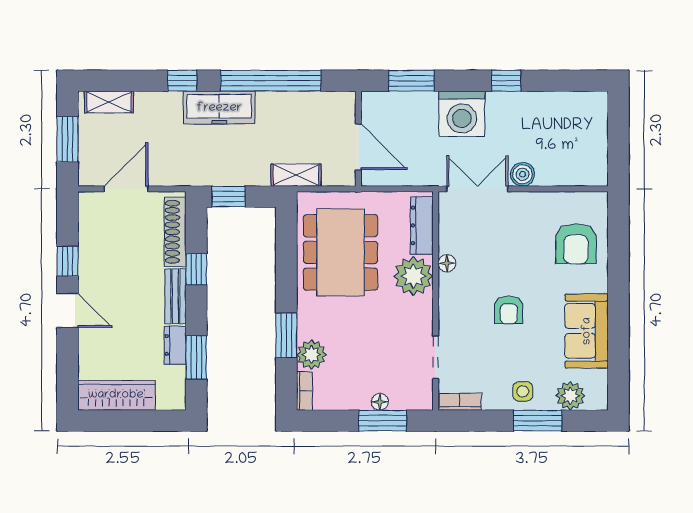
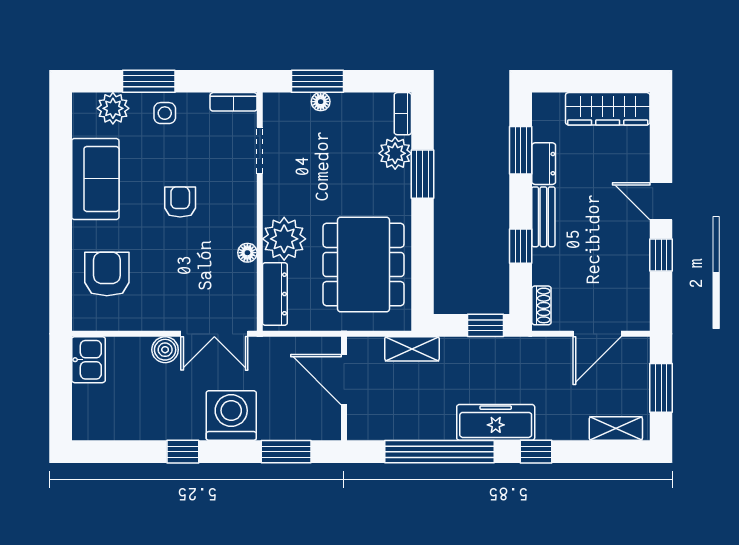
kitchen sink: (593, 165) -> (89, 360), added
shoe rack: (175, 232) -> (541, 305), width x0.51, depth x0.81

